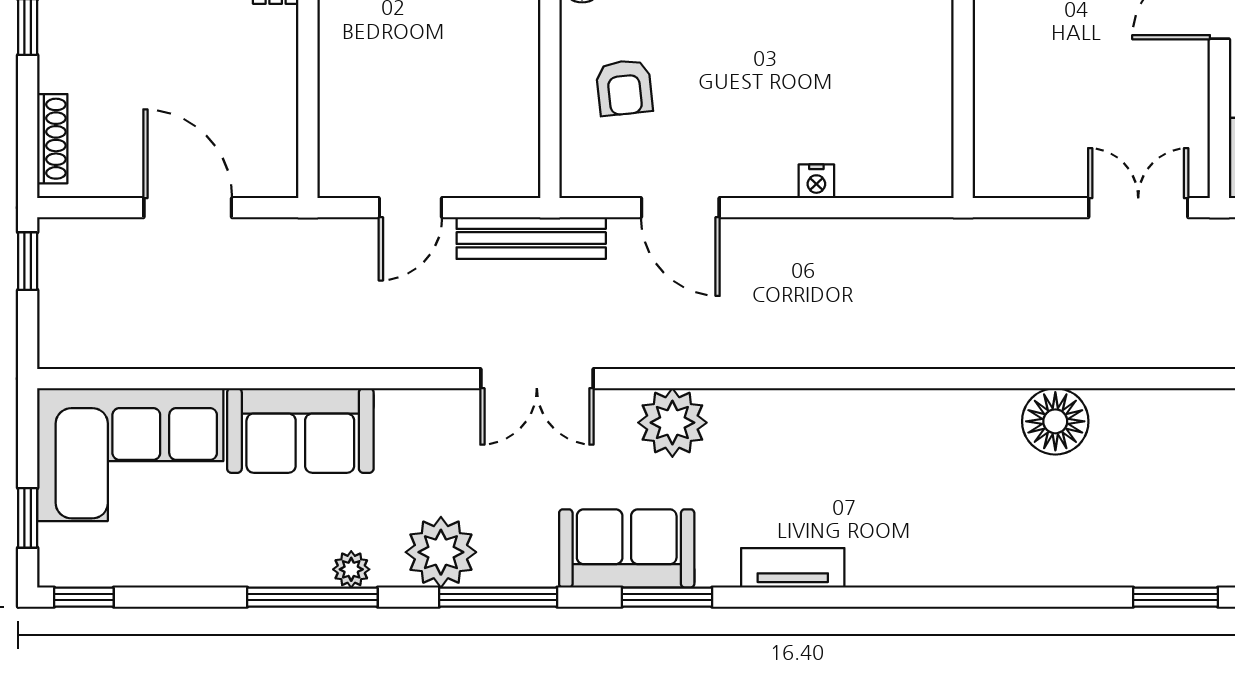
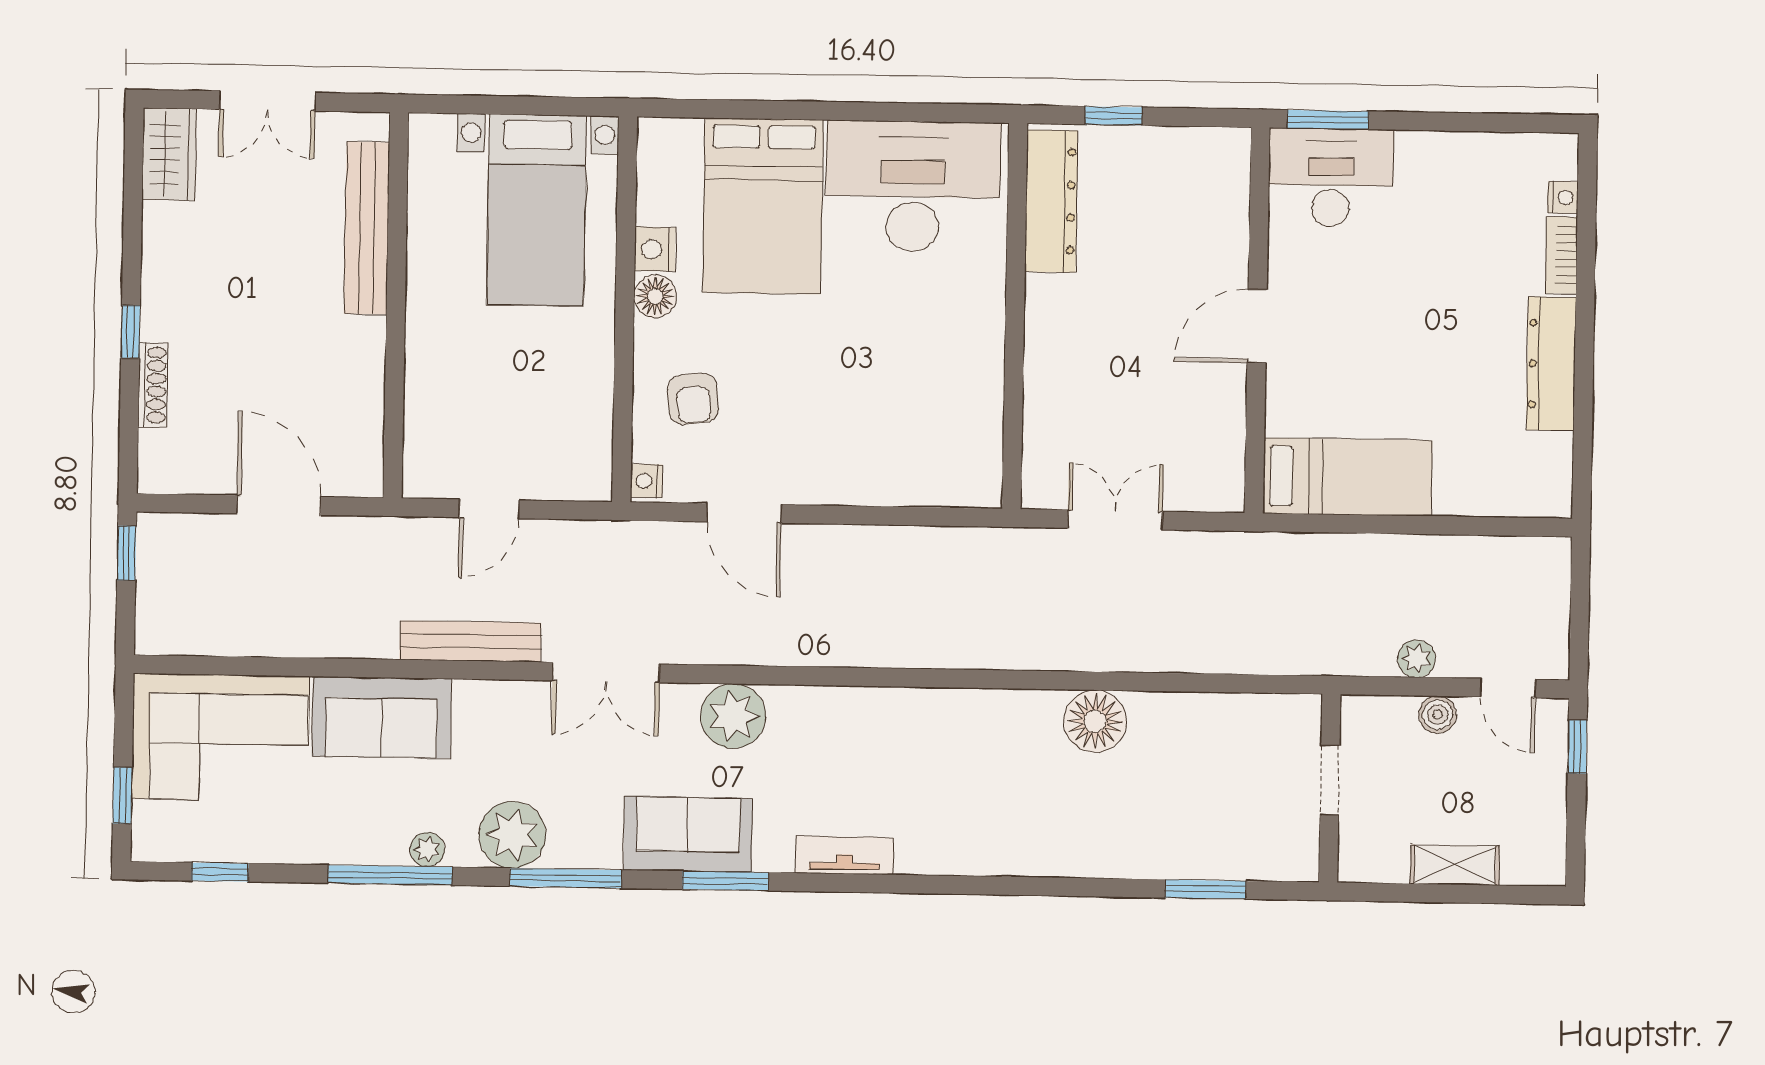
shoe rack: (52, 139) -> (153, 385), moved
nightstand: (816, 181) -> (646, 481), moved, turned 90
double door: (1138, 208) -> (1115, 520), moved
bench: (531, 238) -> (470, 641), moved
window: (84, 597) -> (220, 872), moved

